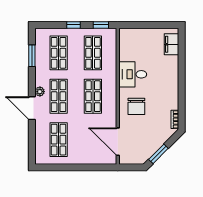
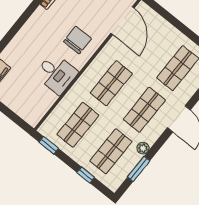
window: (73, 25) -> (86, 175), moved
plant: (40, 92) -> (143, 148), moved

